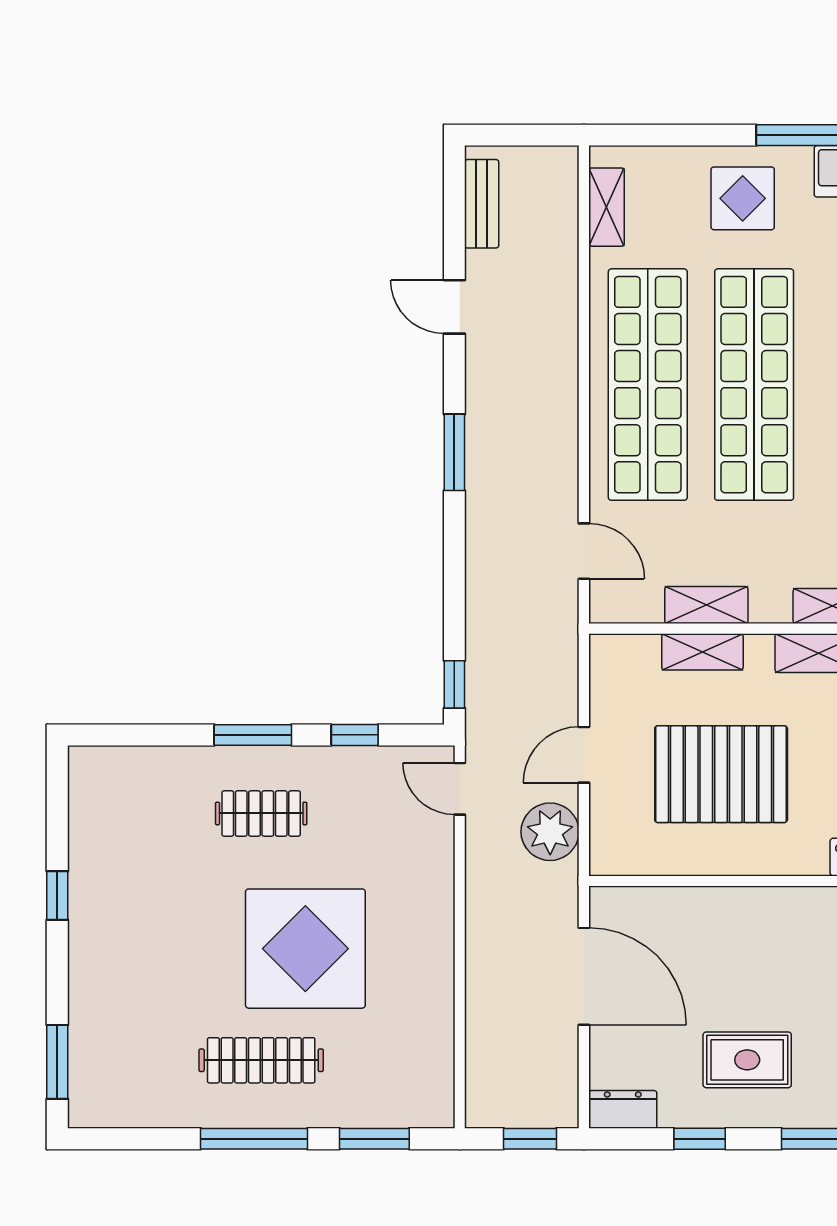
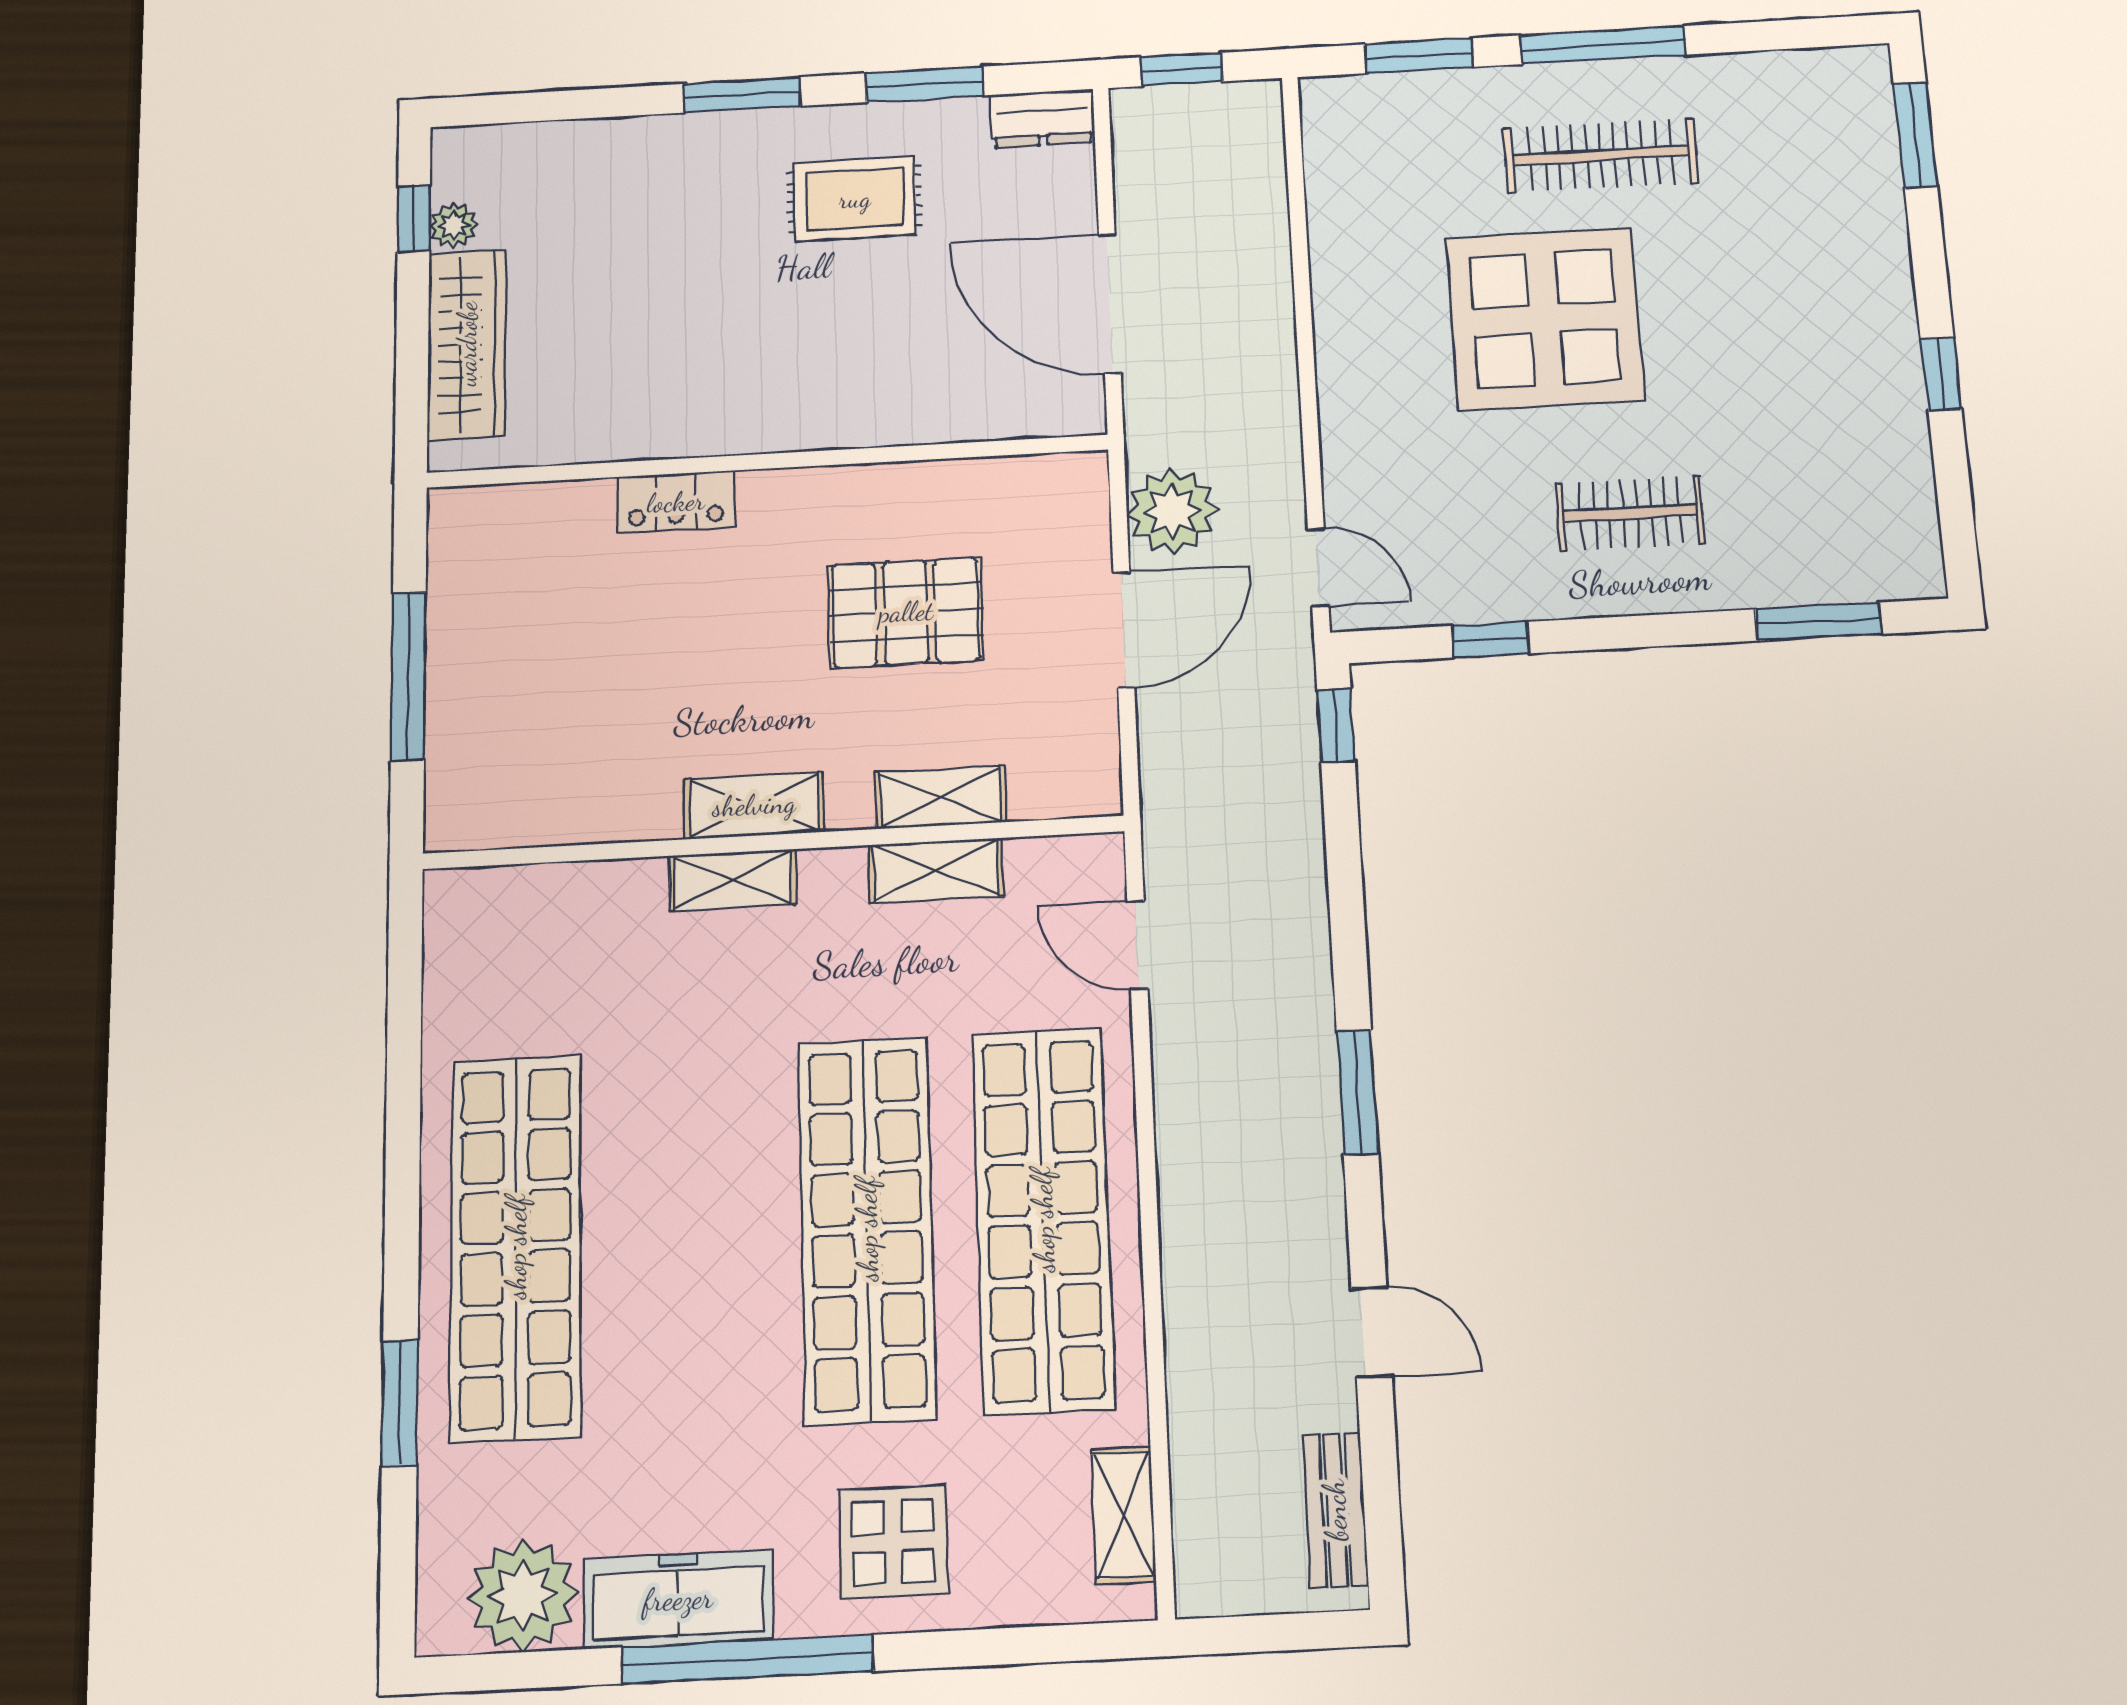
window: (253, 735) -> (1818, 622), moved
door: (584, 755) -> (1124, 630), width x1.38
pallet: (721, 774) -> (906, 612), width x0.73, depth x0.71
window: (700, 1139) -> (924, 84), width x1.50

